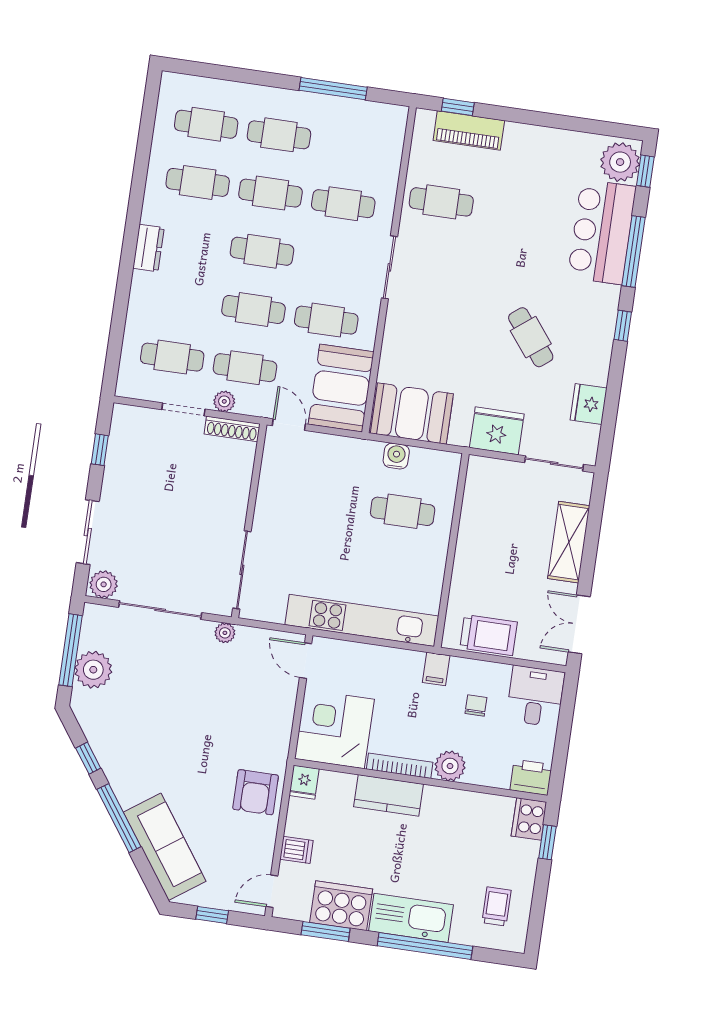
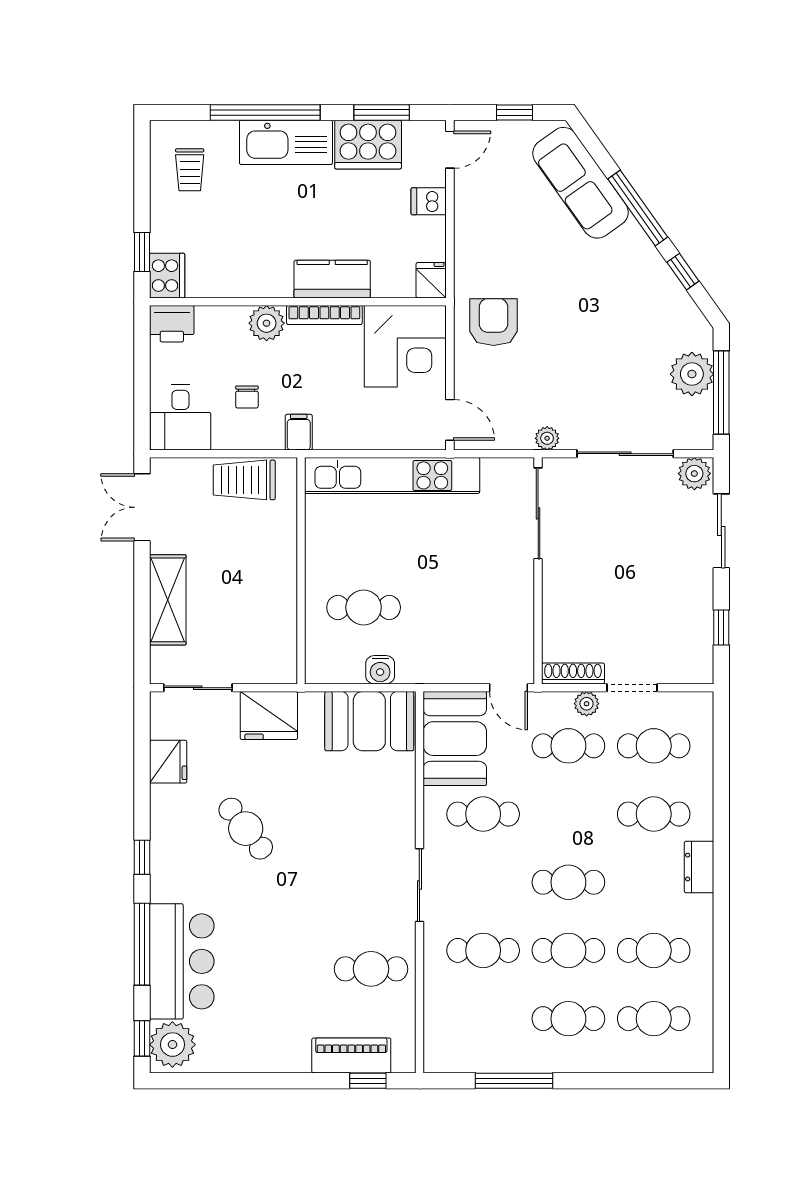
cafe table: (253, 309) -> (654, 814), moved
double door: (579, 624) -> (142, 507), swing flipped
armchair: (256, 792) -> (494, 322), moved

